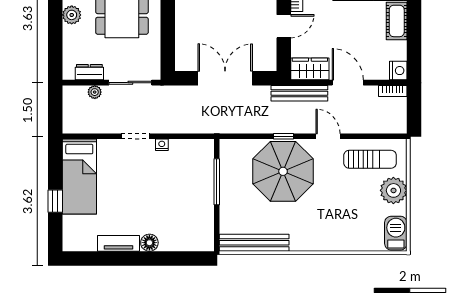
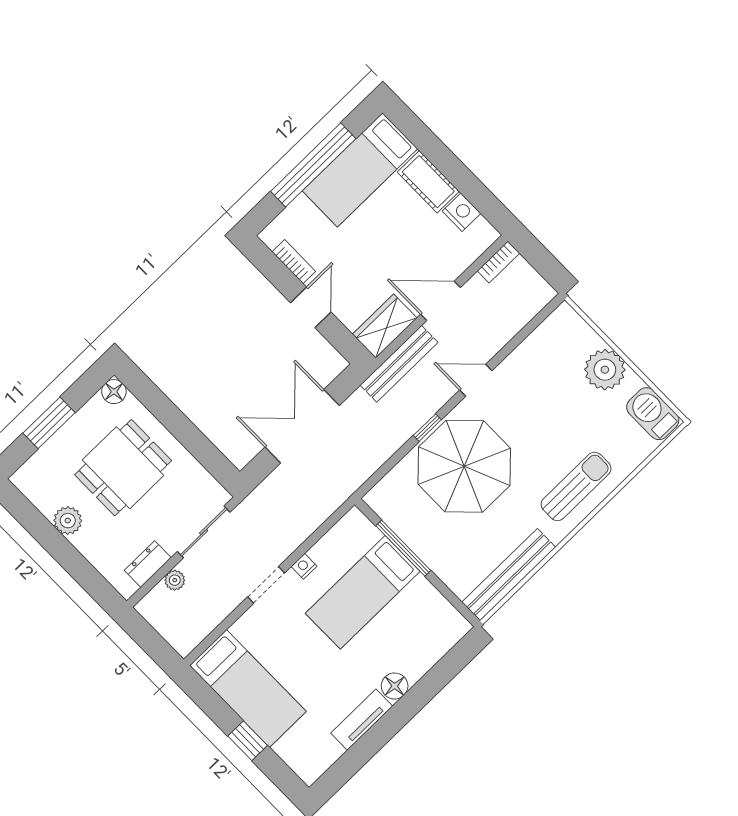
nightstand: (398, 71) -> (461, 212), moved
sun lounger: (370, 159) -> (576, 486), moved
bed: (177, 184) -> (363, 592), added

